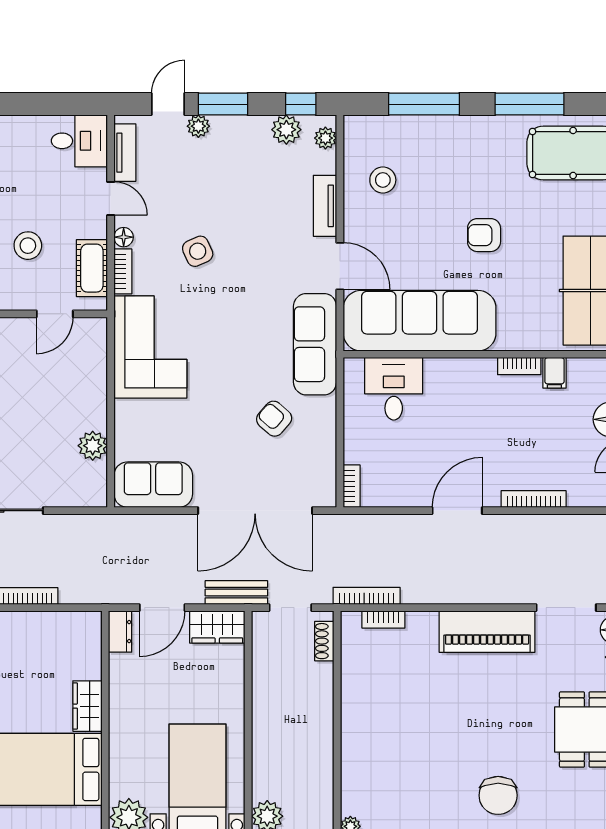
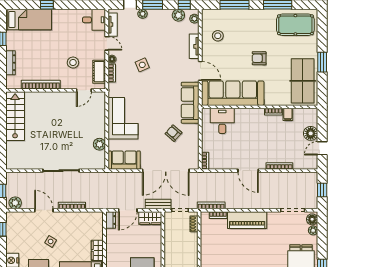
corner sofa: (150, 347) -> (123, 118), moved
door: (457, 511) -> (248, 171), swing flipped
piano: (487, 632) -> (247, 220), moved

